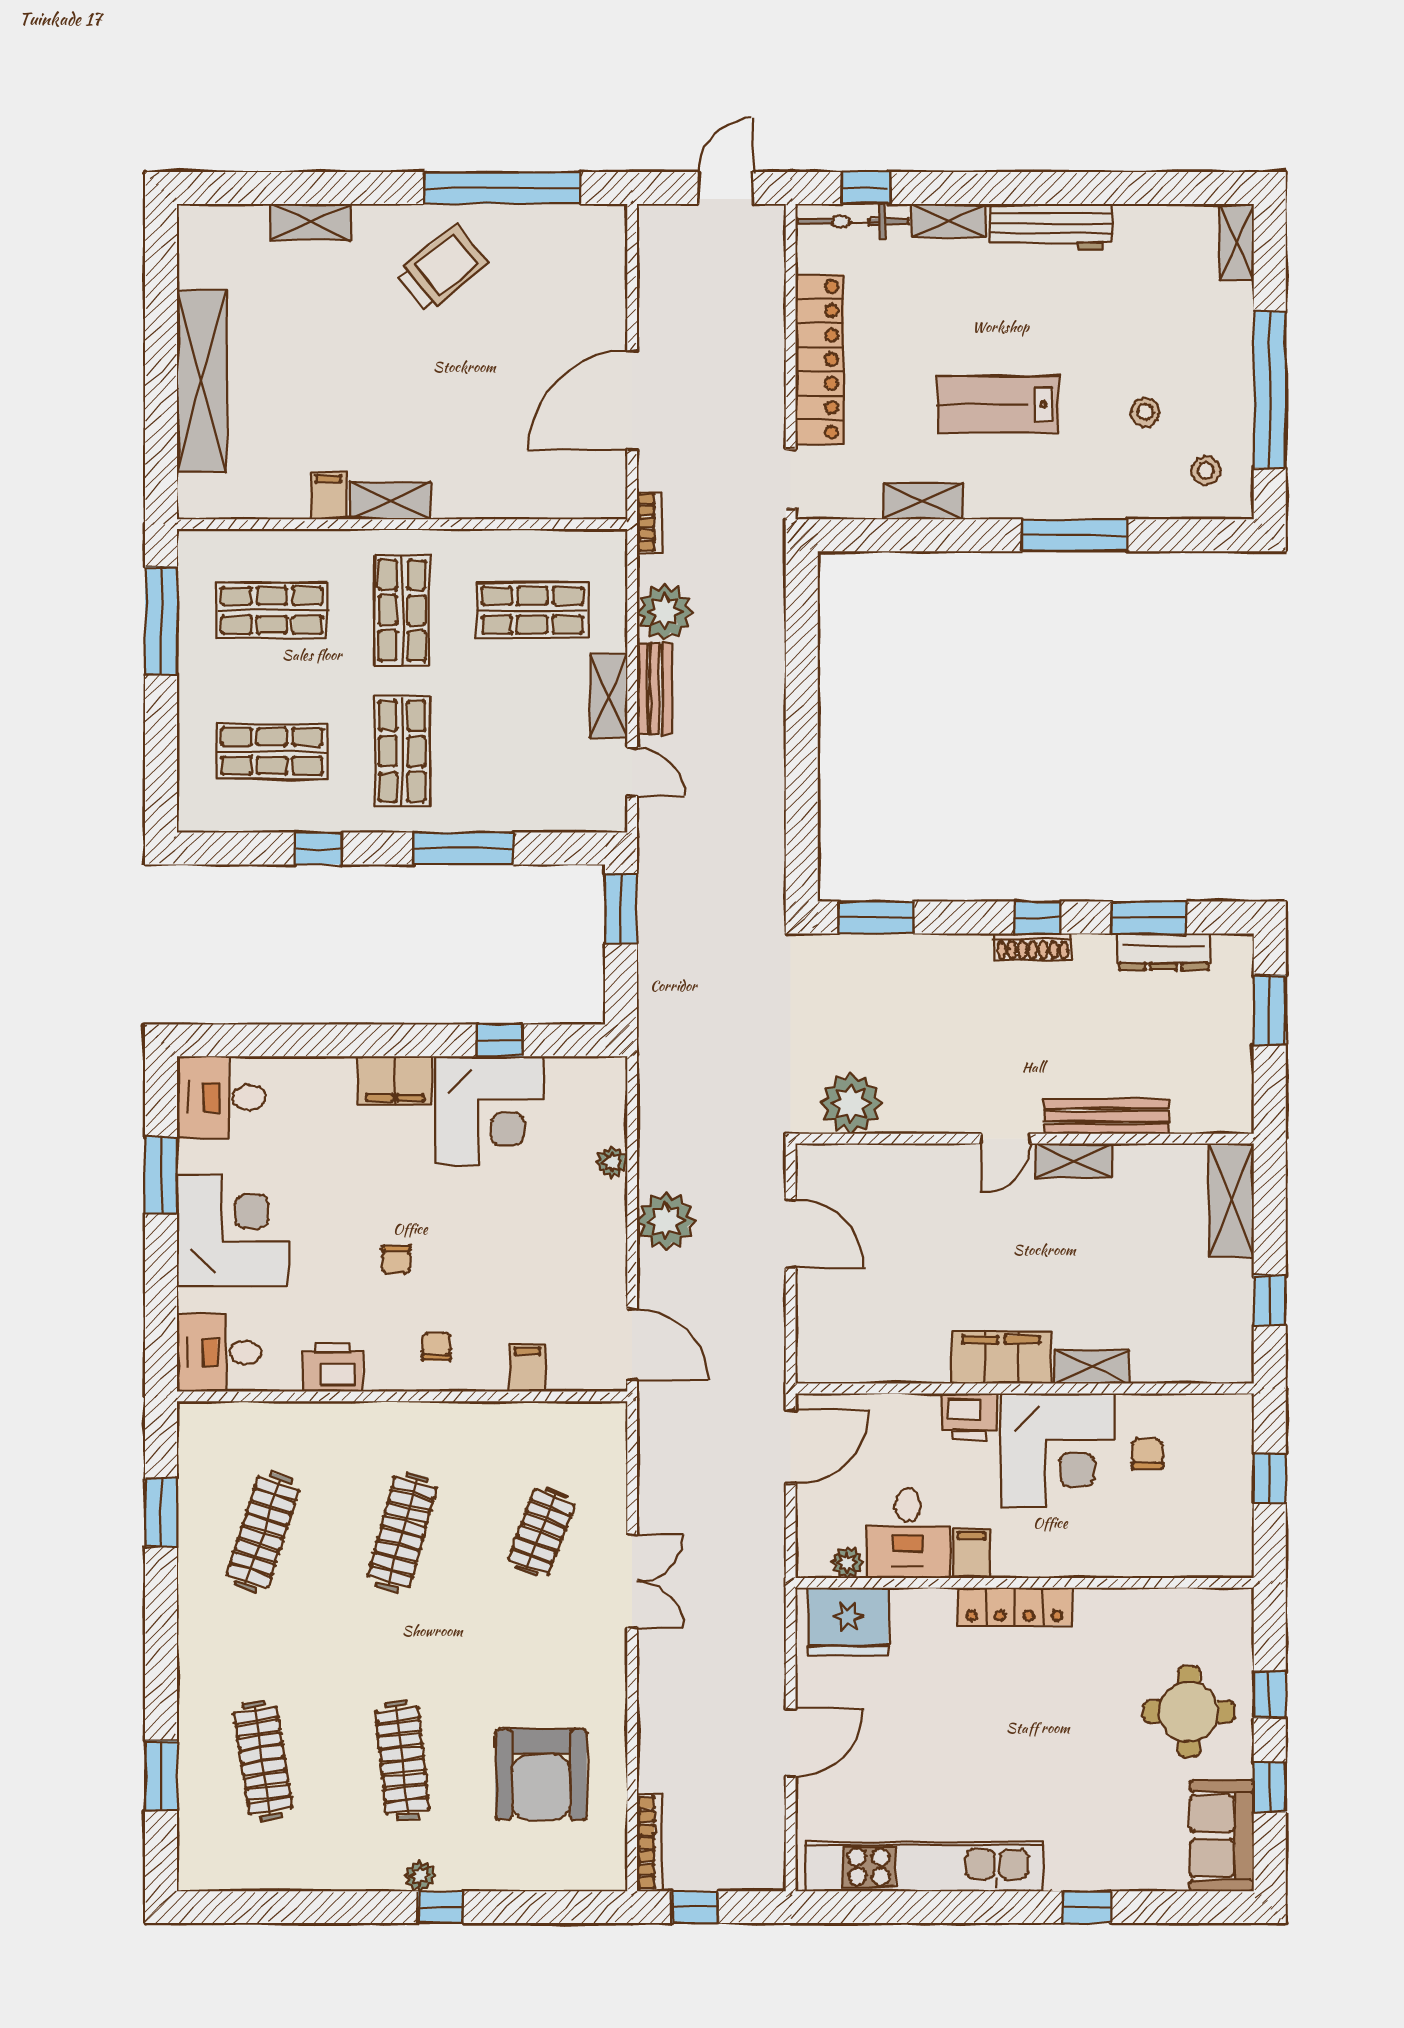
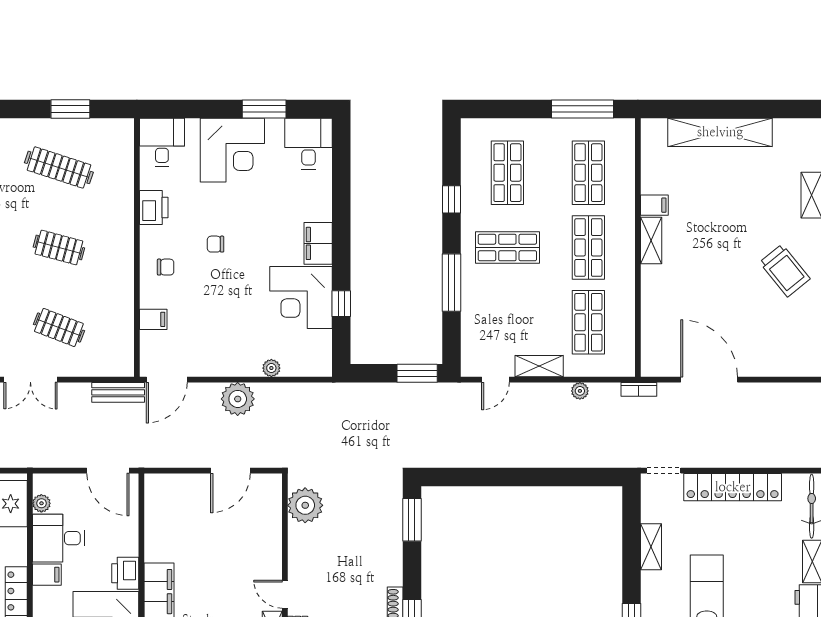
shop shelf: (402, 610) -> (588, 247), turned 90
plant: (665, 612) -> (580, 391), width x0.53, depth x0.53
bench: (654, 689) -> (118, 392), moved
clothes rail: (402, 1532) -> (59, 247), width x0.73

